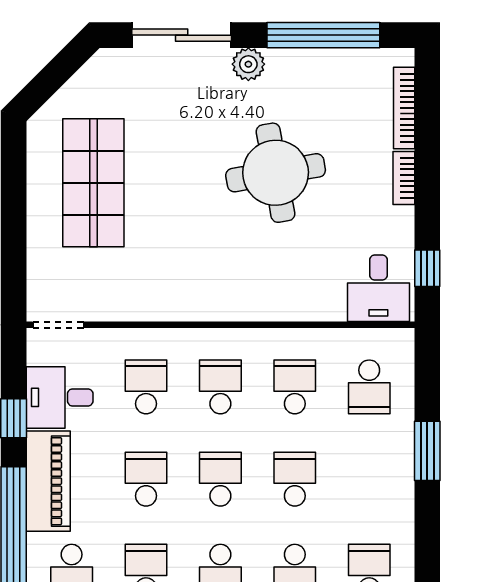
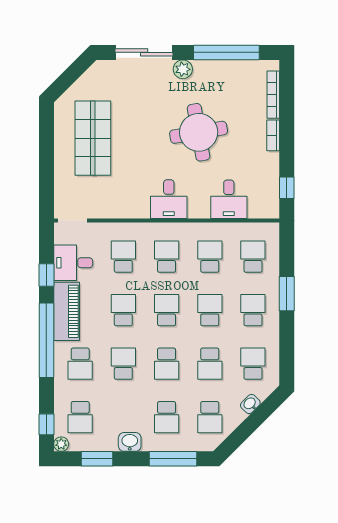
desk: (224, 288) -> (169, 199), added
desk: (378, 288) -> (229, 199), moved
school desk: (369, 387) -> (253, 257), turned 180
school desk: (369, 479) -> (253, 310), added

